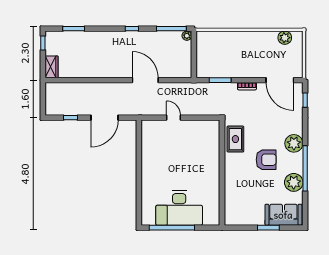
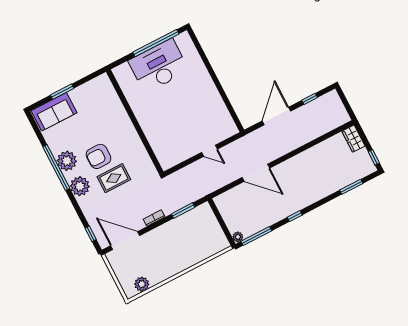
rug: (235, 139) -> (114, 178), moved, turned 90
plant: (294, 182) -> (67, 161), moved

